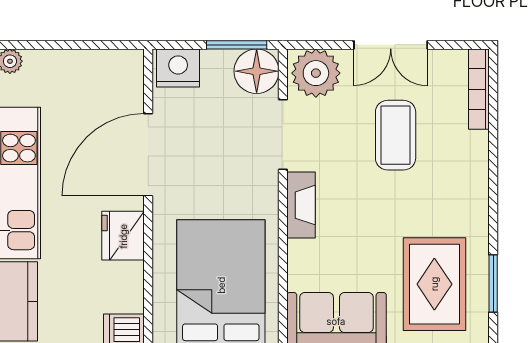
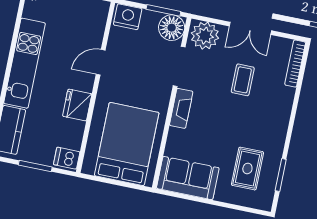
coffee table: (396, 135) -> (243, 80), width x0.73, depth x0.77
door: (148, 155) -> (101, 62), width x0.53
rug: (434, 284) -> (247, 169), width x0.73, depth x0.70

